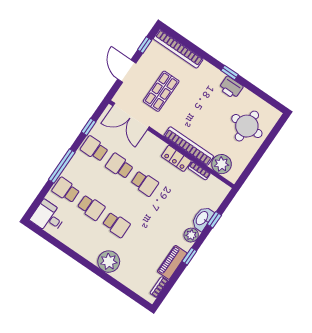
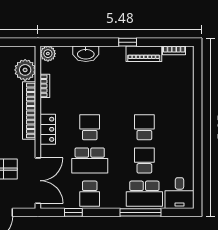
locker: (176, 158) -> (48, 129), moved
window: (62, 166) -> (141, 212), moved
school desk: (119, 166) -> (90, 160), width x1.85
school desk: (66, 190) -> (144, 194), width x1.85
window: (214, 220) -> (80, 42), removed
plant: (191, 235) -> (48, 54), moved
plant: (109, 262) -> (182, 111), removed

